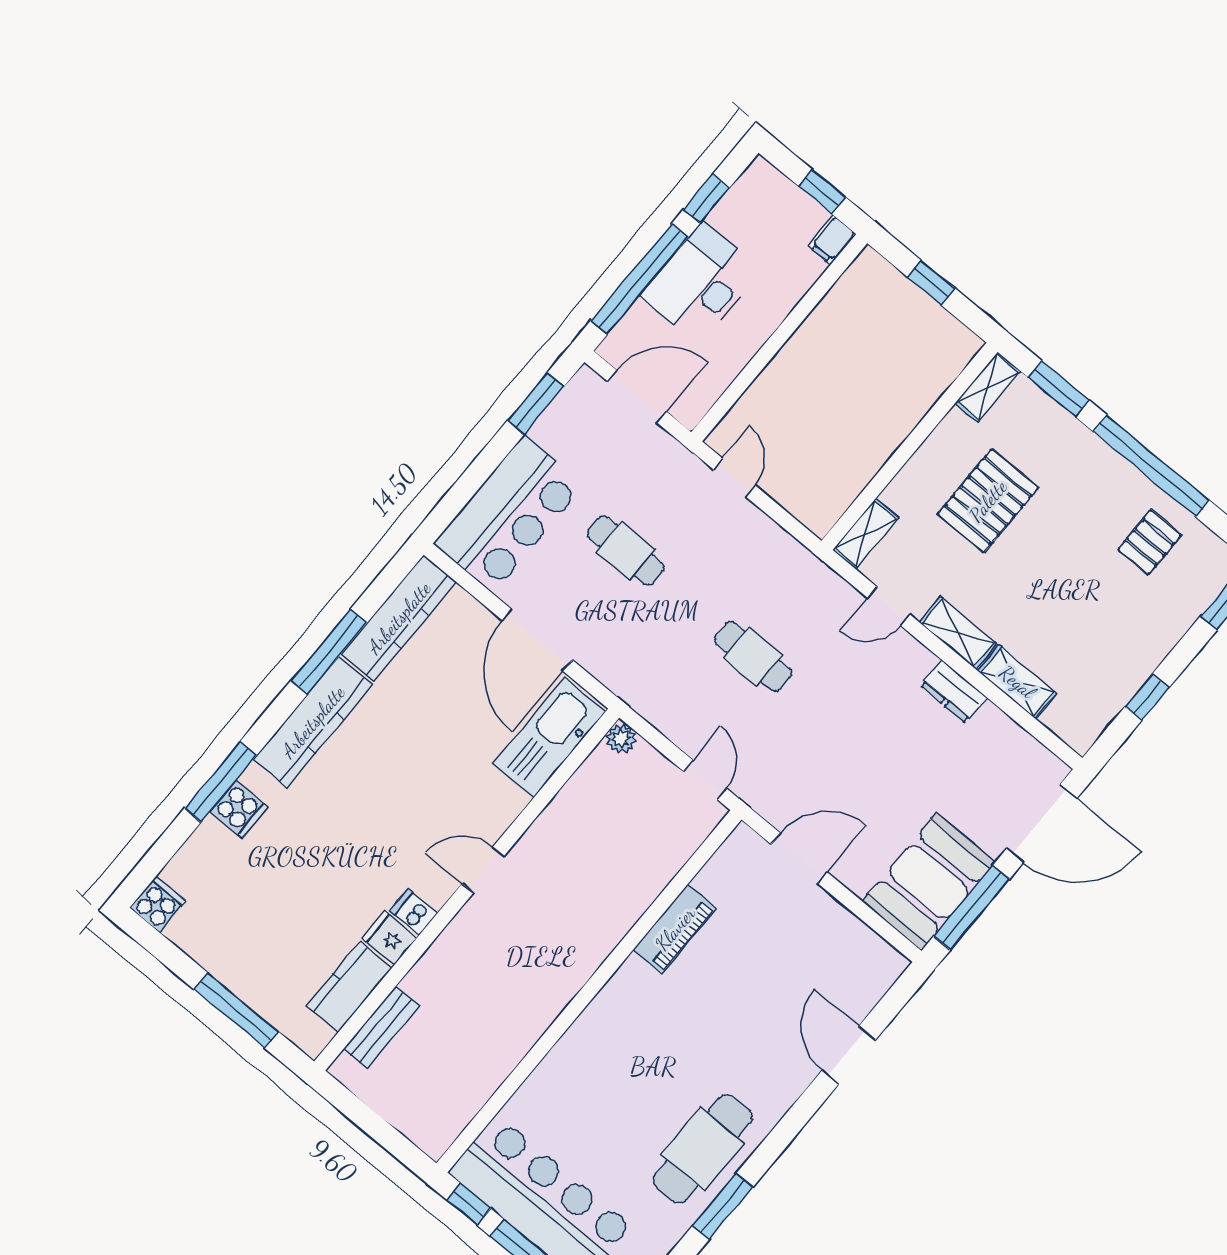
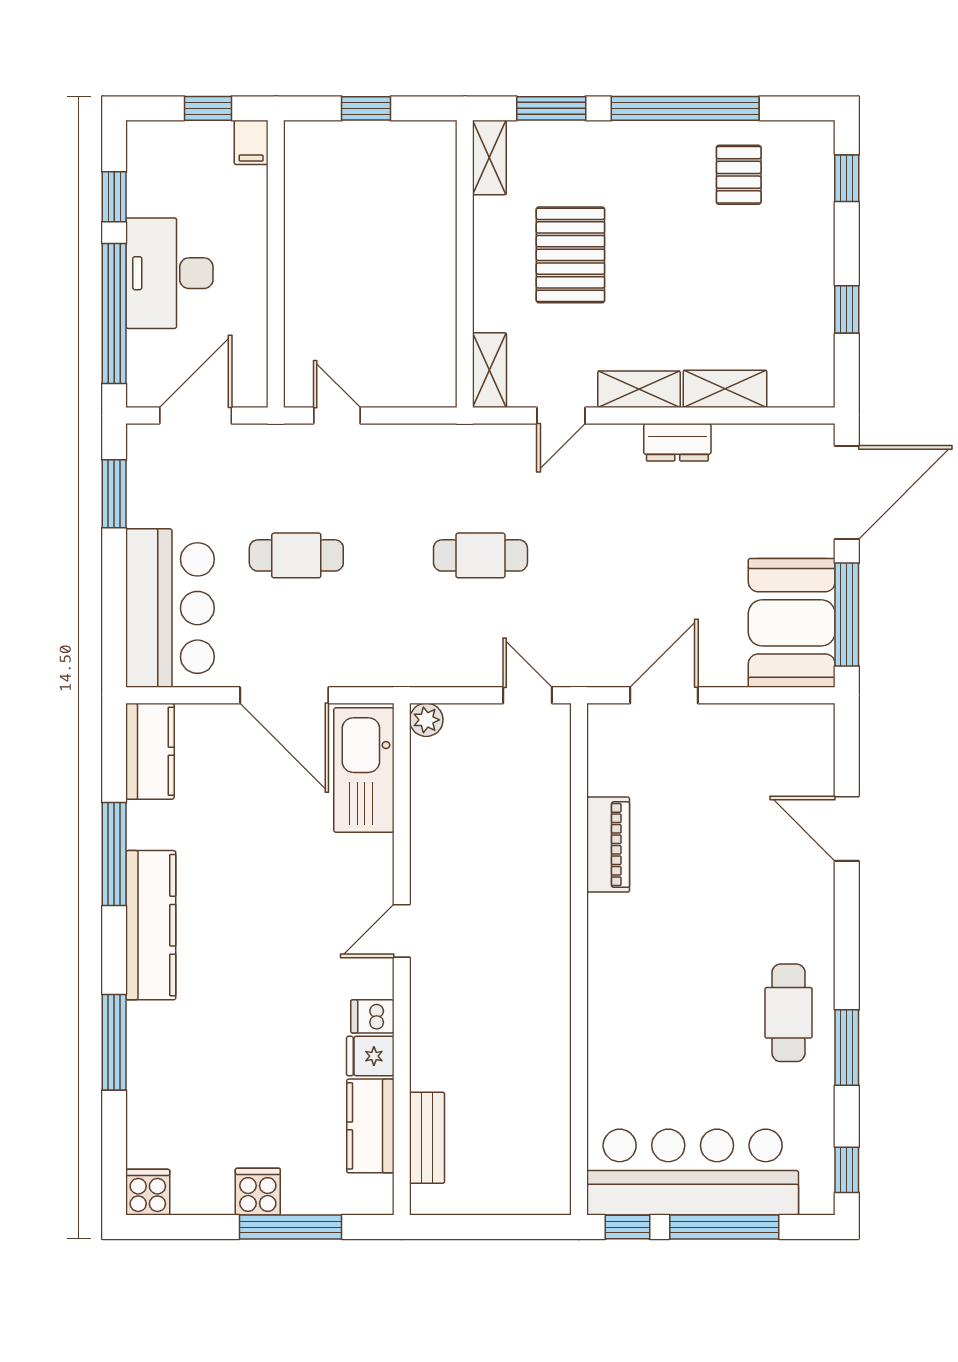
kitchen counter: (399, 618) -> (150, 751), width x0.67
cooker: (239, 809) -> (258, 1192), moved, turned -90
cafe table: (703, 1149) -> (789, 1013), width x0.73, depth x0.74

